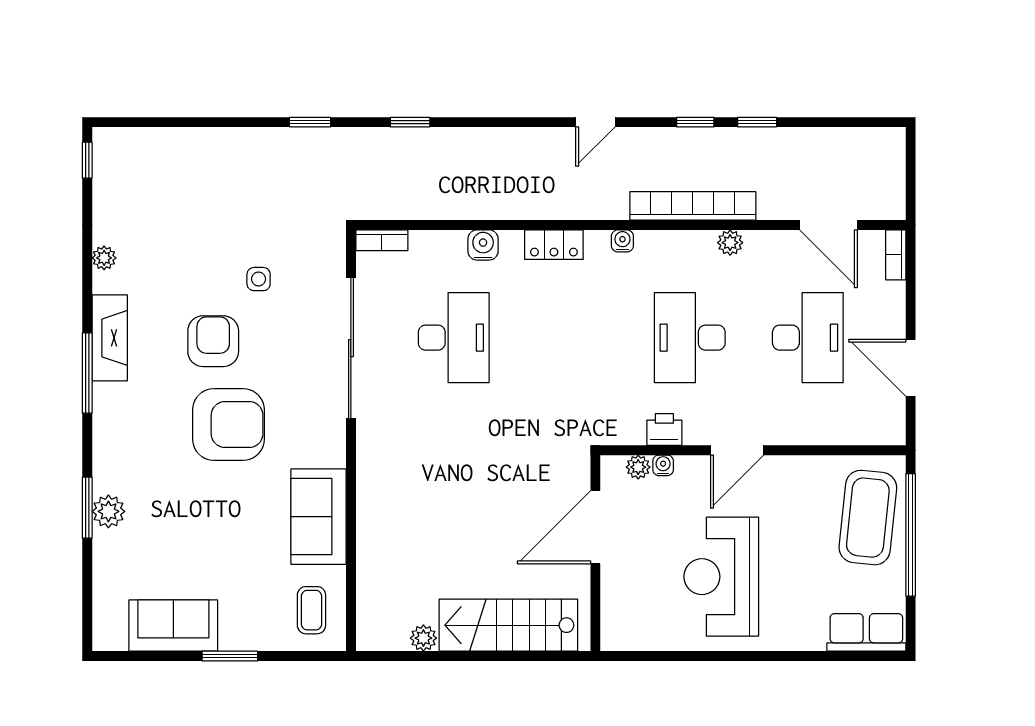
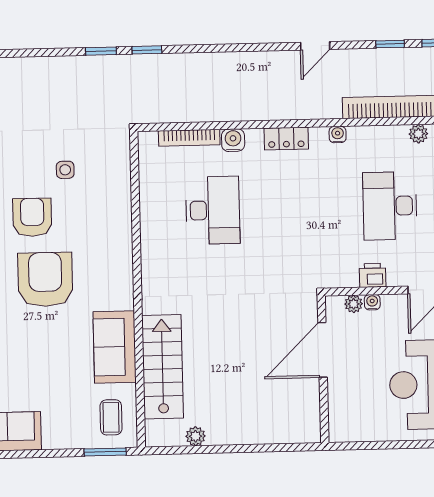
window: (410, 122) -> (147, 50), moved
bookcase: (382, 240) -> (189, 138), moved, width x1.56
sliding door: (351, 348) -> (136, 220), removed
armchair: (228, 424) -> (45, 280), turned -90
stairs: (508, 625) -> (163, 367), moved, turned 90
window: (230, 656) -> (105, 452), moved

